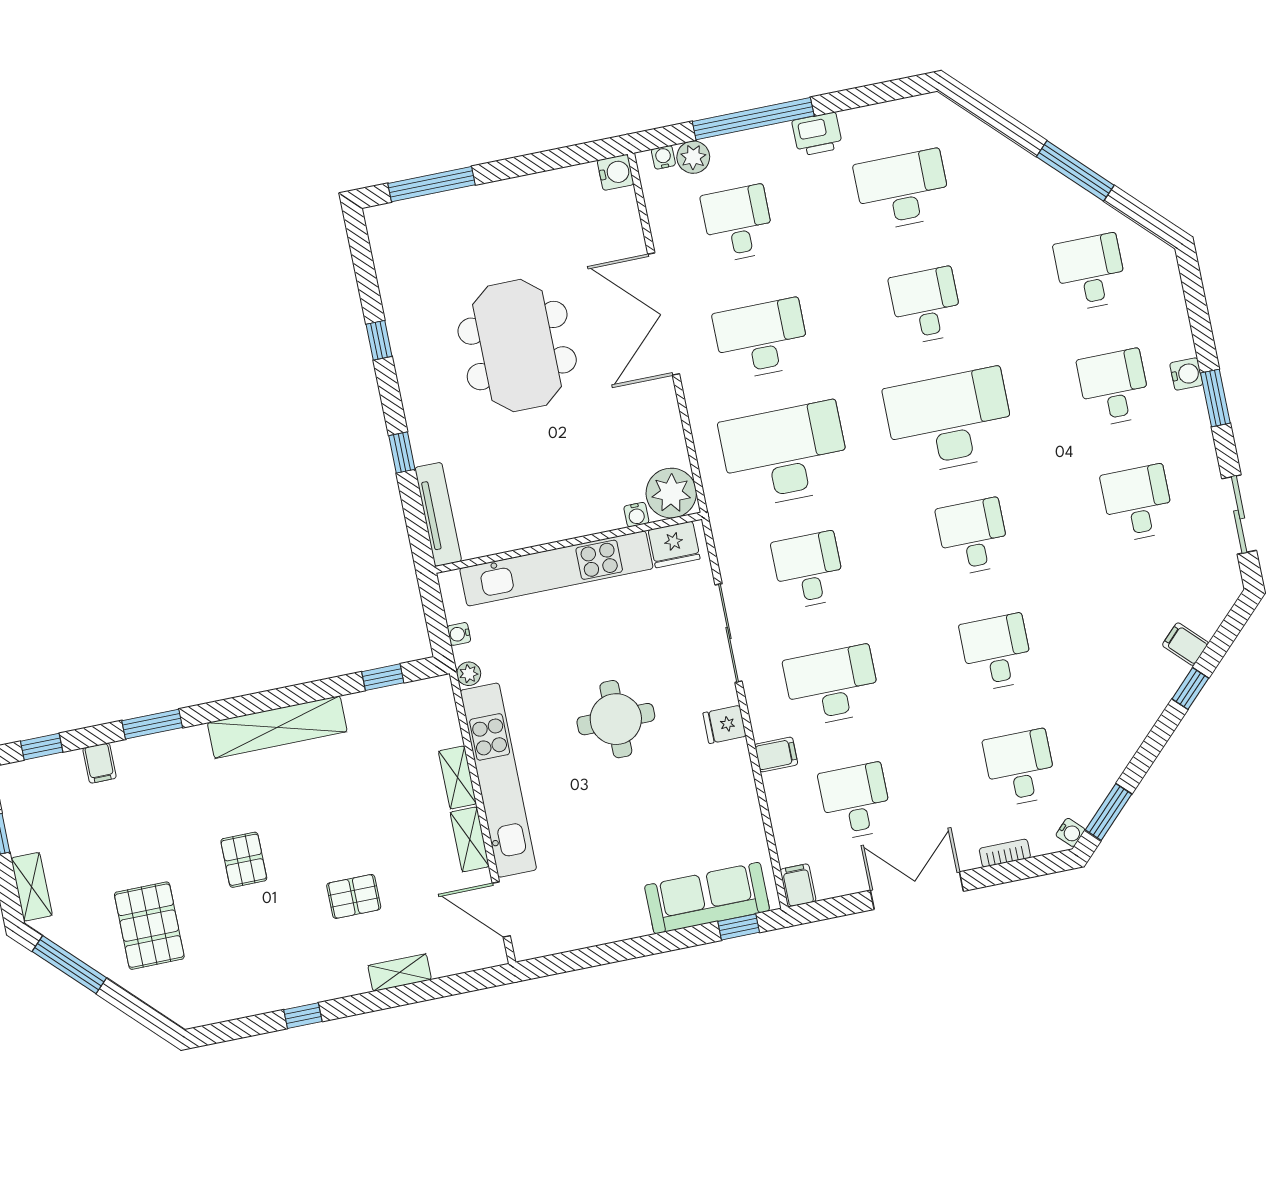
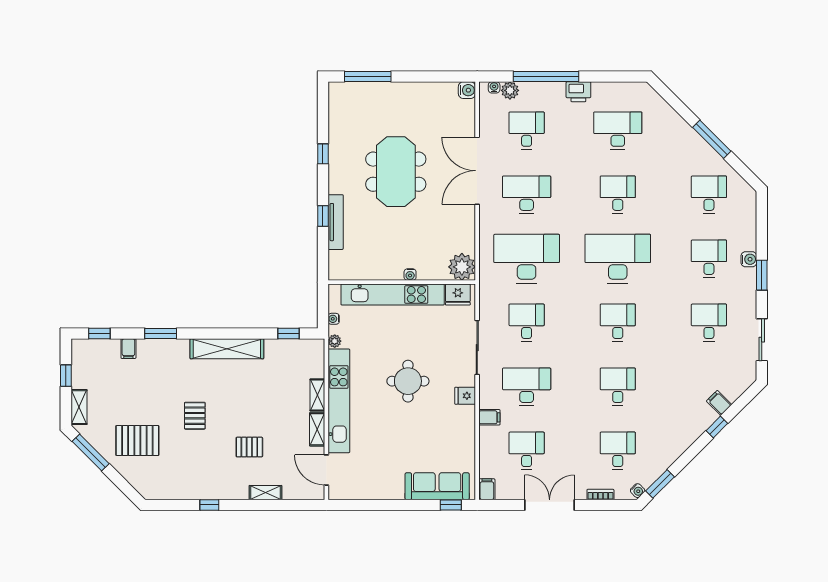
tv unit: (438, 514) -> (336, 222), moved
water cooler: (636, 515) -> (410, 275), moved
pallet: (149, 926) -> (137, 440), turned 90

